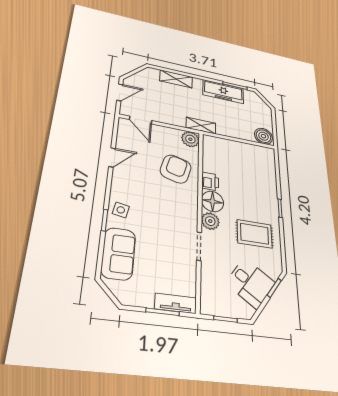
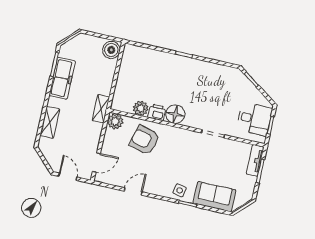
door: (112, 157) -> (133, 191), hinge flipped
plant: (210, 221) -> (141, 108), moved
rug: (255, 234) -> (206, 84), removed
desk: (250, 283) -> (254, 119), moved, turned 55

